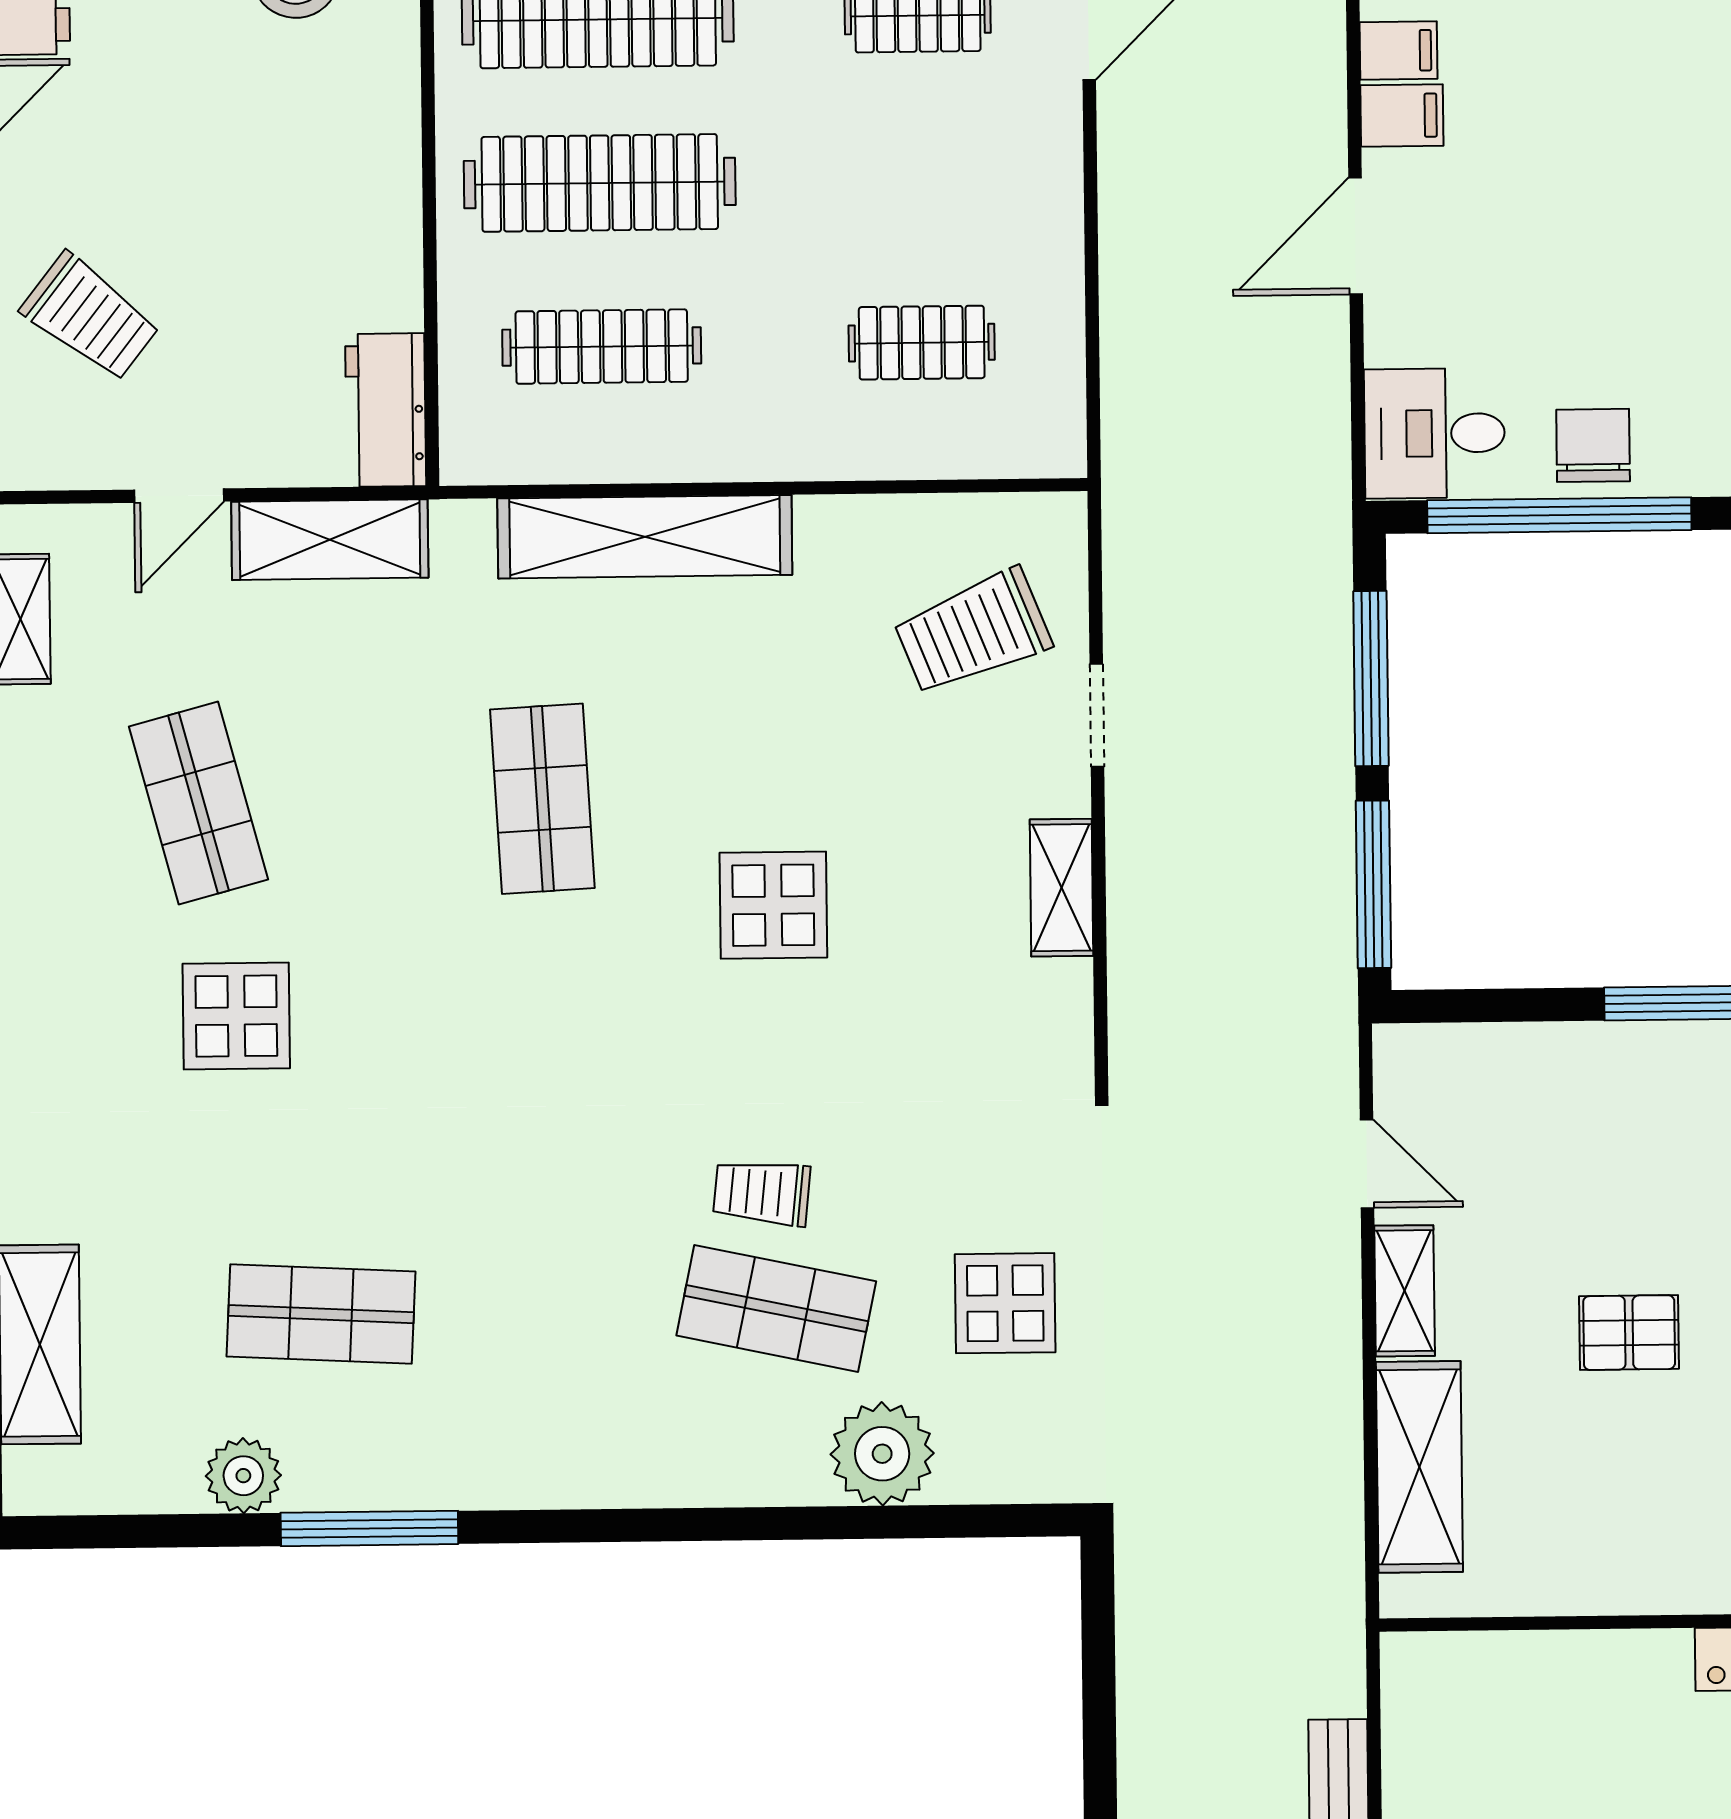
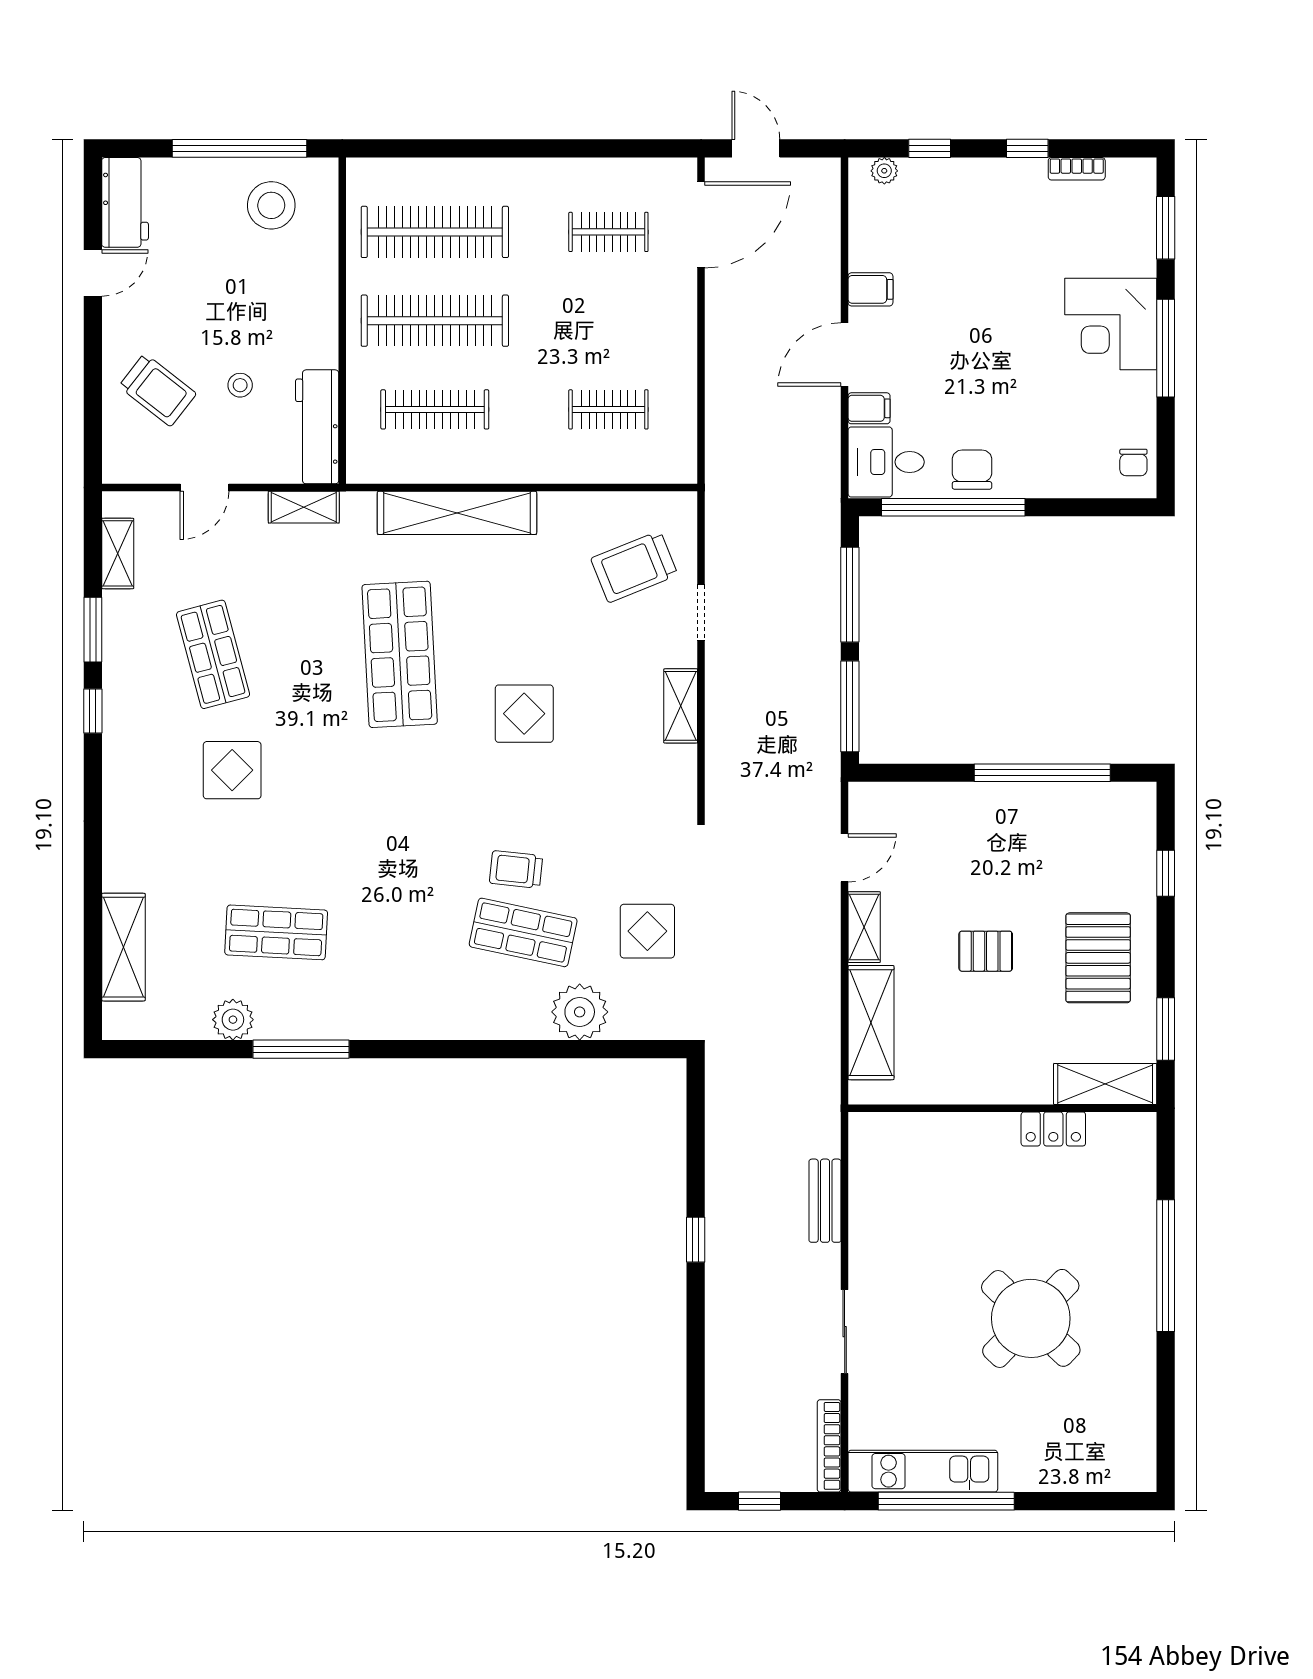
filing cabinet: (1398, 51) -> (869, 408), moved
stool: (242, 306) -> (240, 385), added
workbench: (386, 410) -> (317, 427), width x1.38
shelving: (330, 540) -> (304, 507), width x0.67, depth x0.75
shop shelf: (542, 799) -> (400, 654), width x1.43, depth x1.36
door: (1367, 1164) -> (845, 858), hinge flipped

